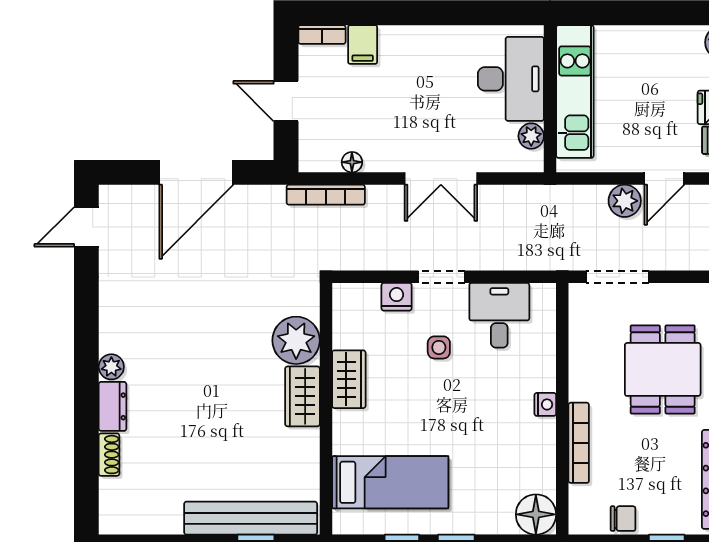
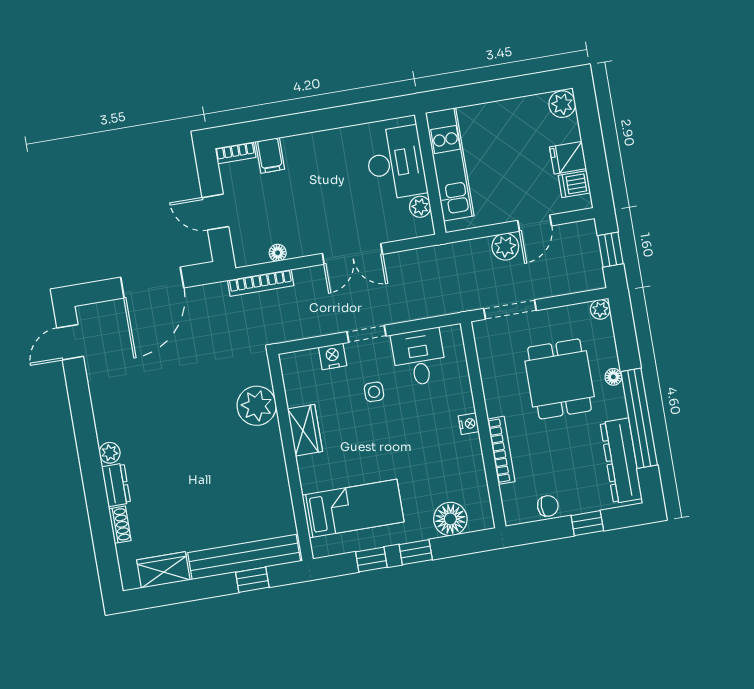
wardrobe: (302, 396) -> (163, 570), moved, turned 90
floor lamp: (536, 514) -> (450, 519), moved

